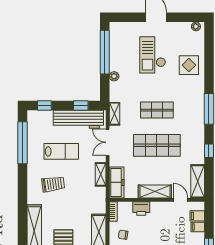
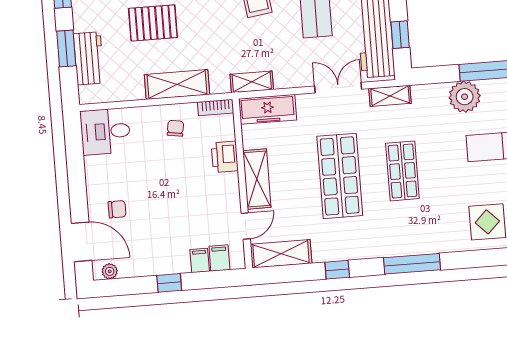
plant: (114, 76) -> (465, 97), width x1.88, depth x1.88
shelving: (101, 174) -> (252, 82), moved

